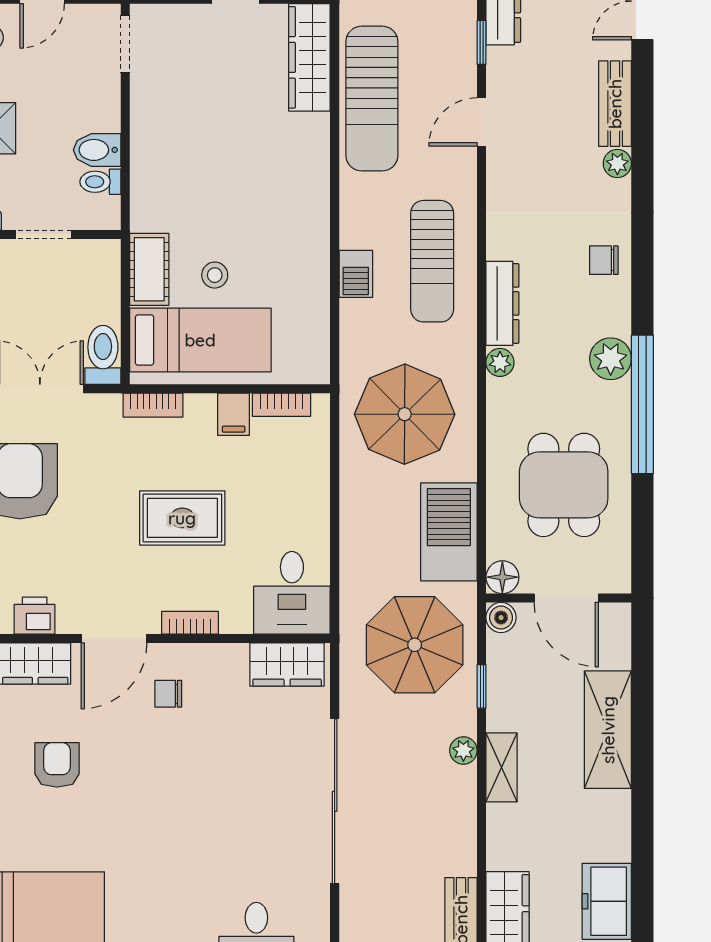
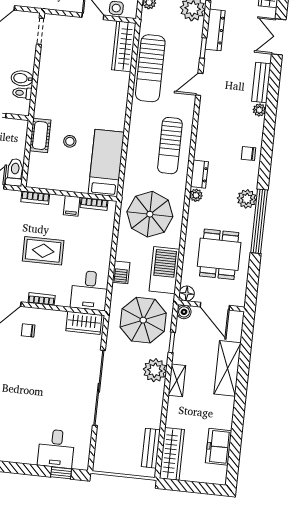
barbecue: (356, 274) -> (121, 272), moved
dresser: (502, 303) -> (199, 174), width x0.70
bed: (200, 340) -> (106, 163), moved, turned -90
plant: (463, 750) -> (155, 370), width x1.87, depth x1.87

